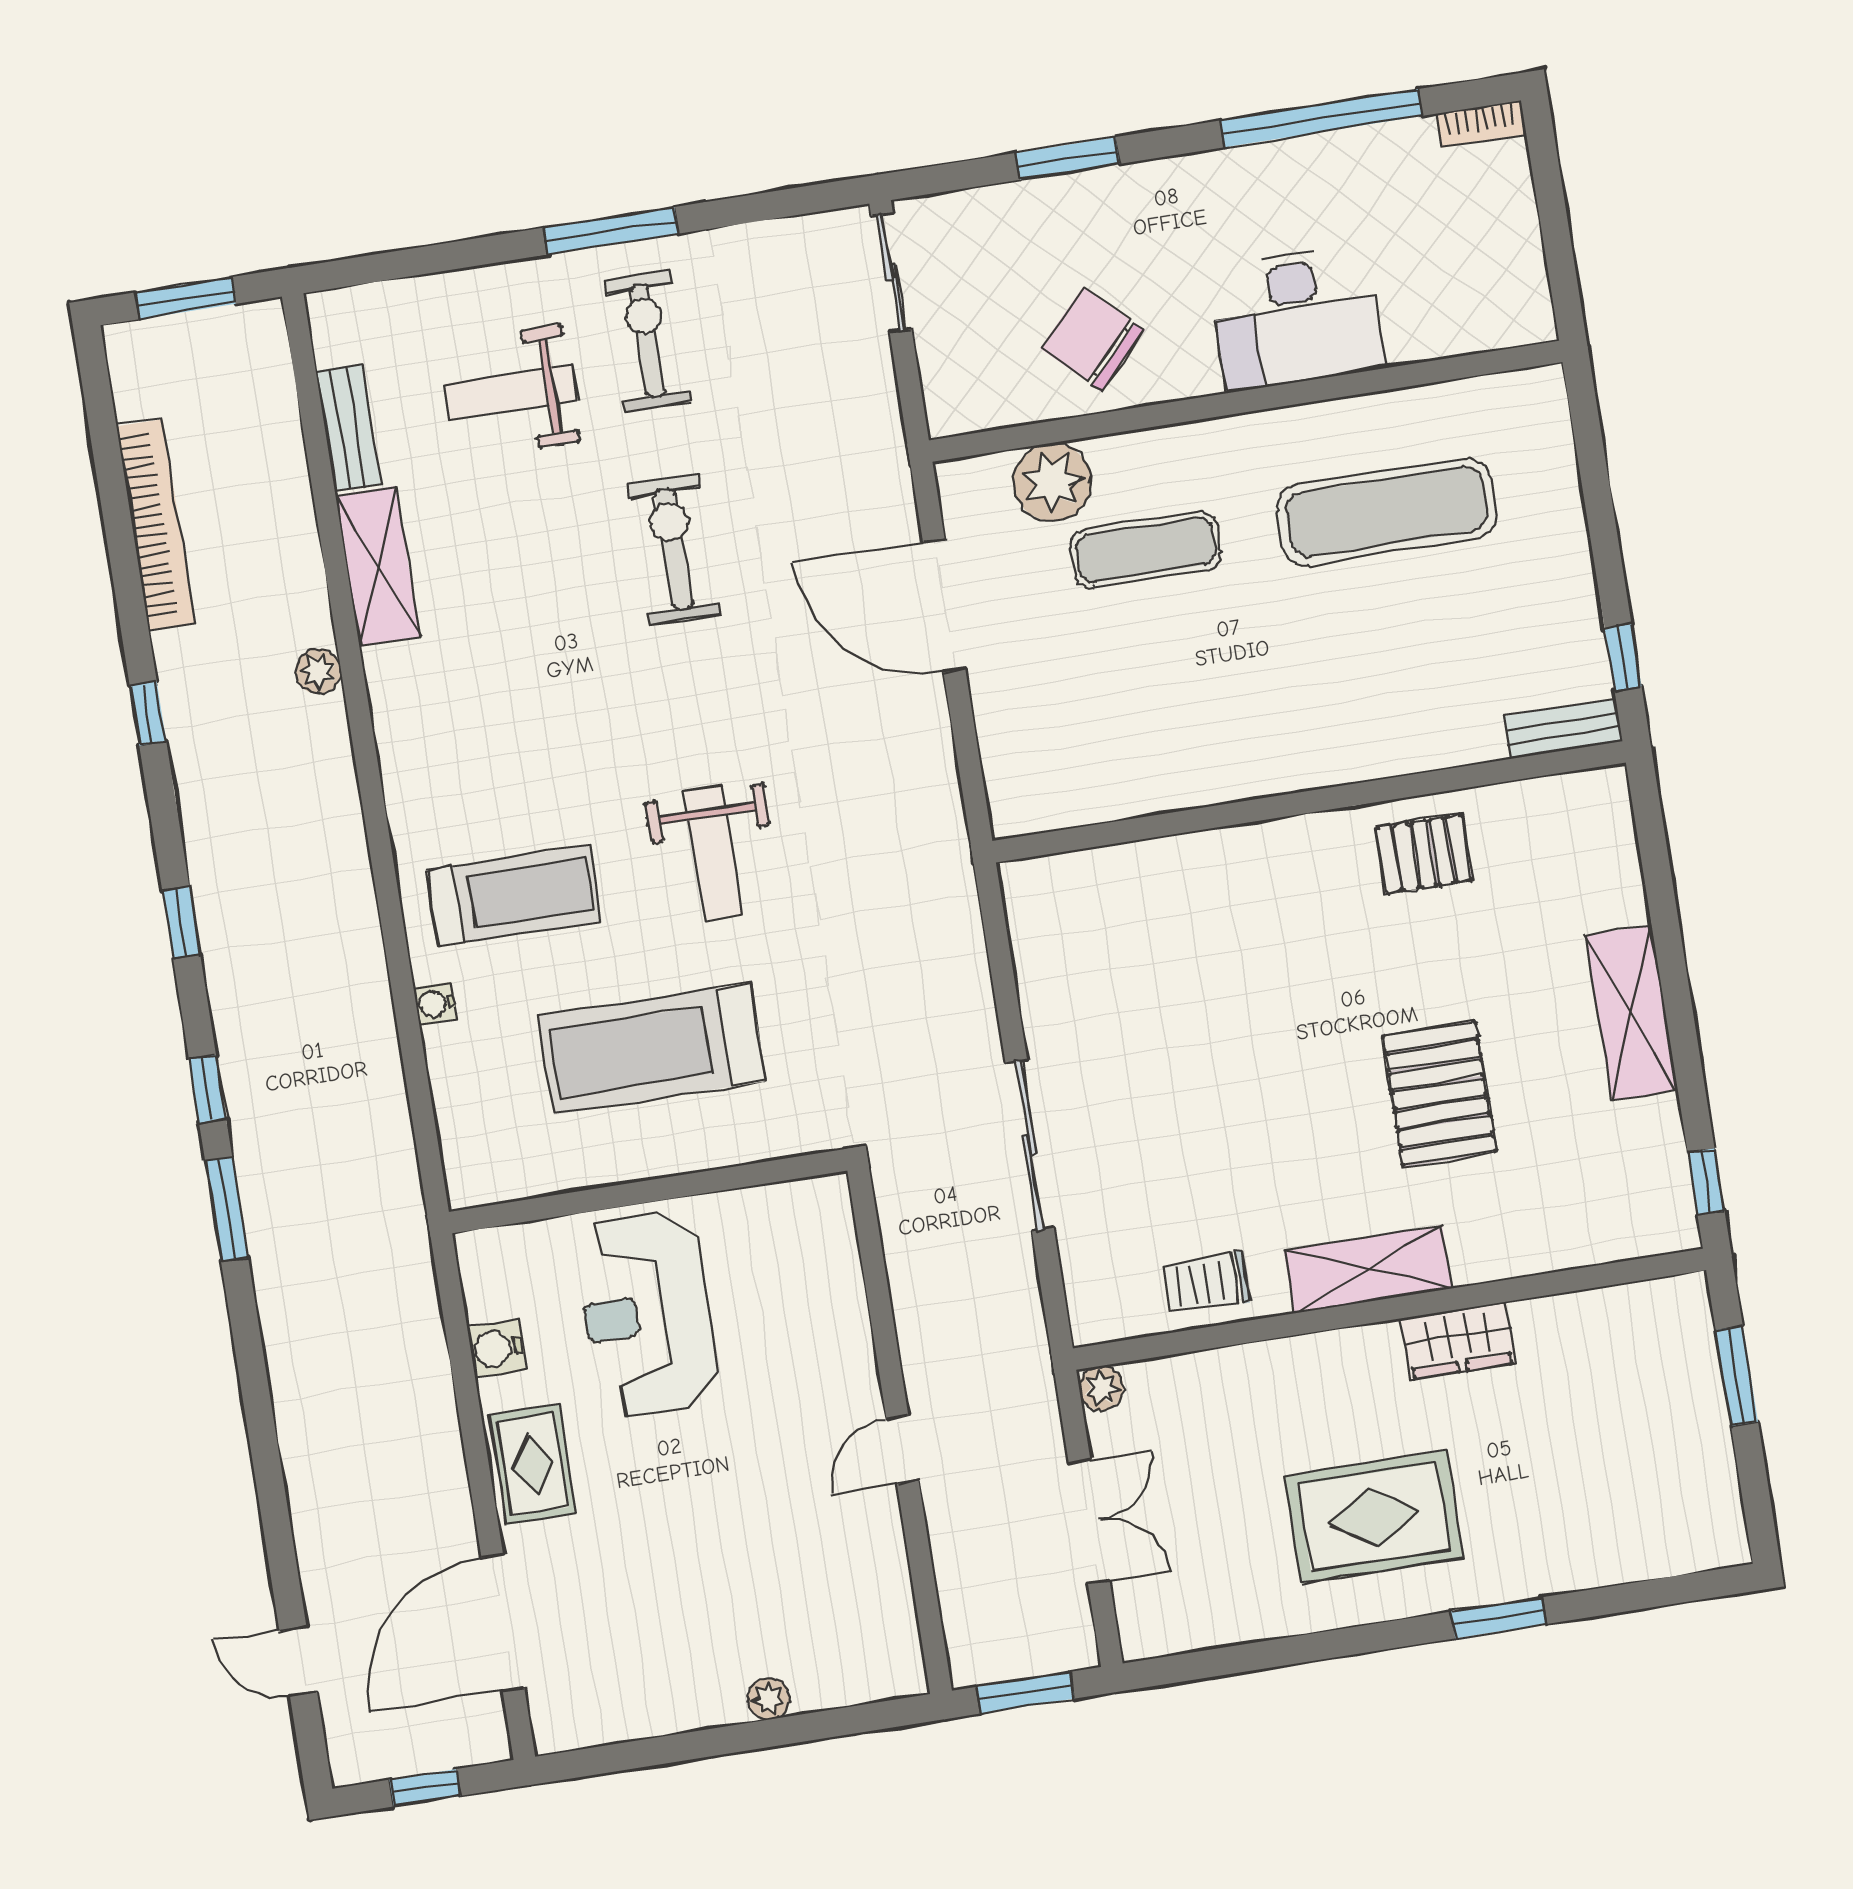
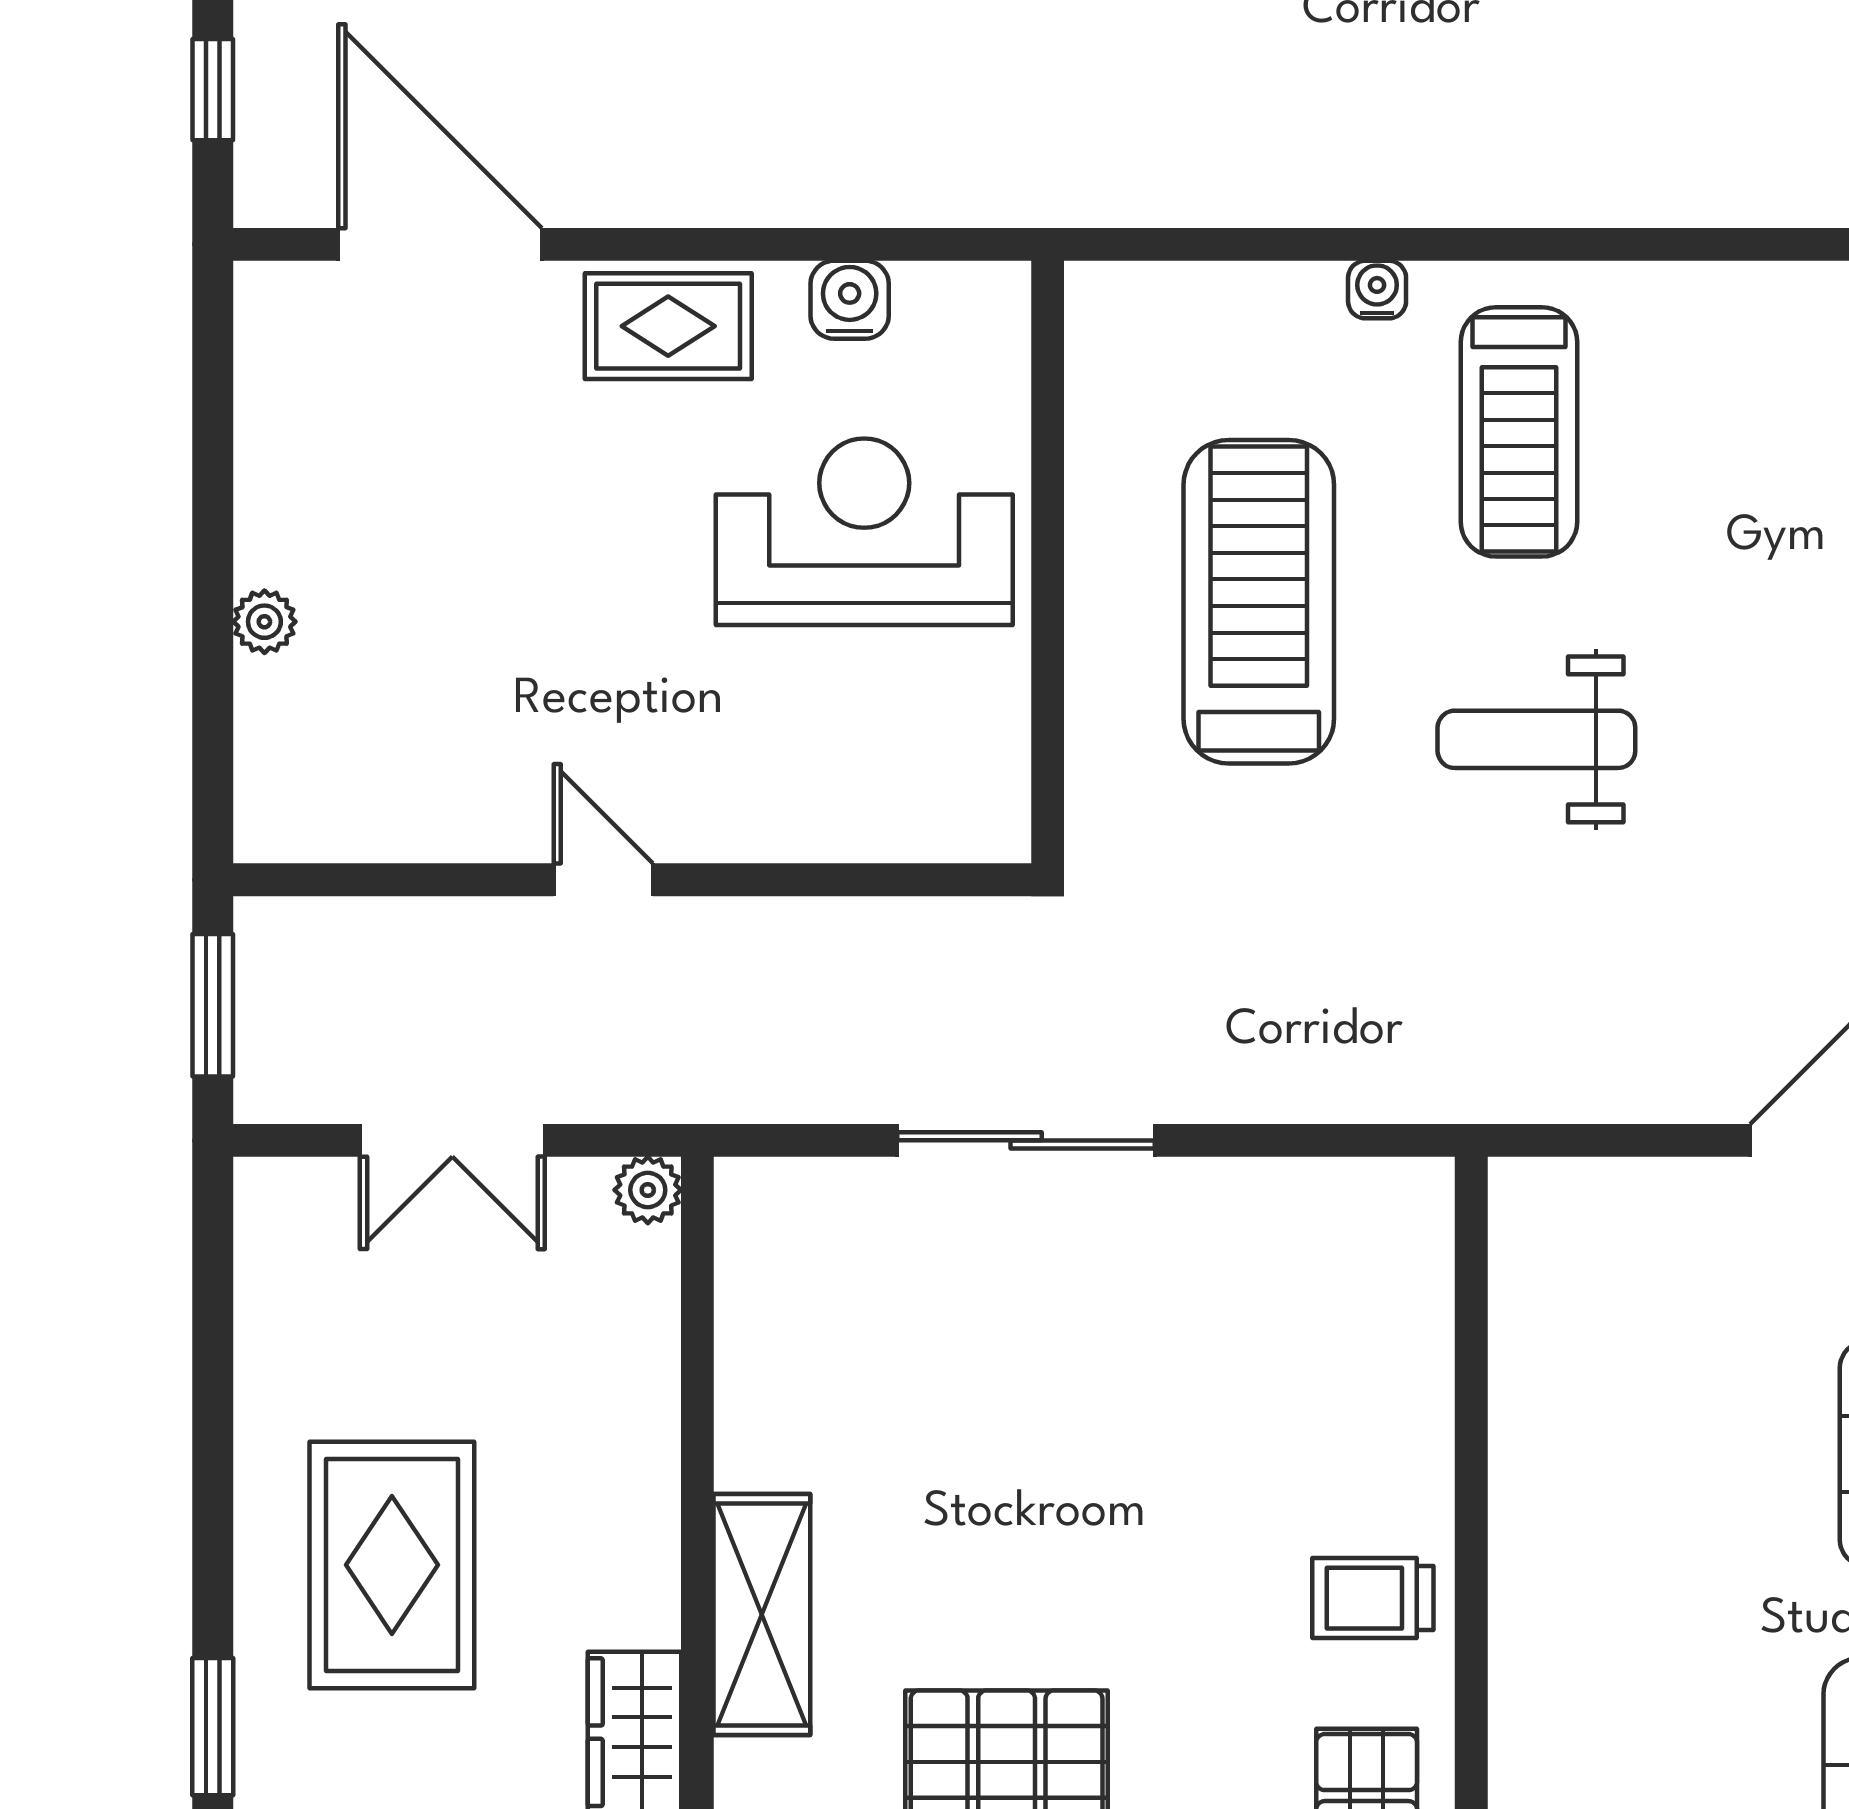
trolley: (1206, 1283) -> (1373, 1598), moved, turned -90

